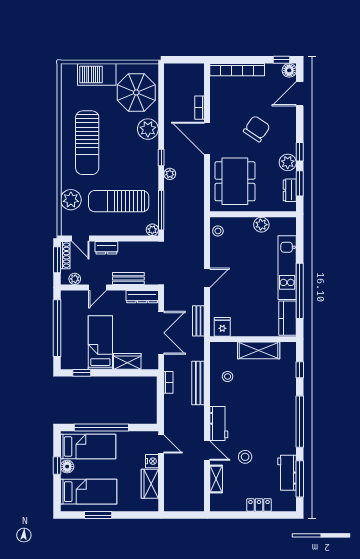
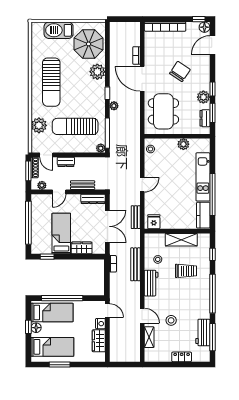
trolley: (265, 392) -> (186, 271), added
workbench: (219, 423) -> (151, 283), moved

